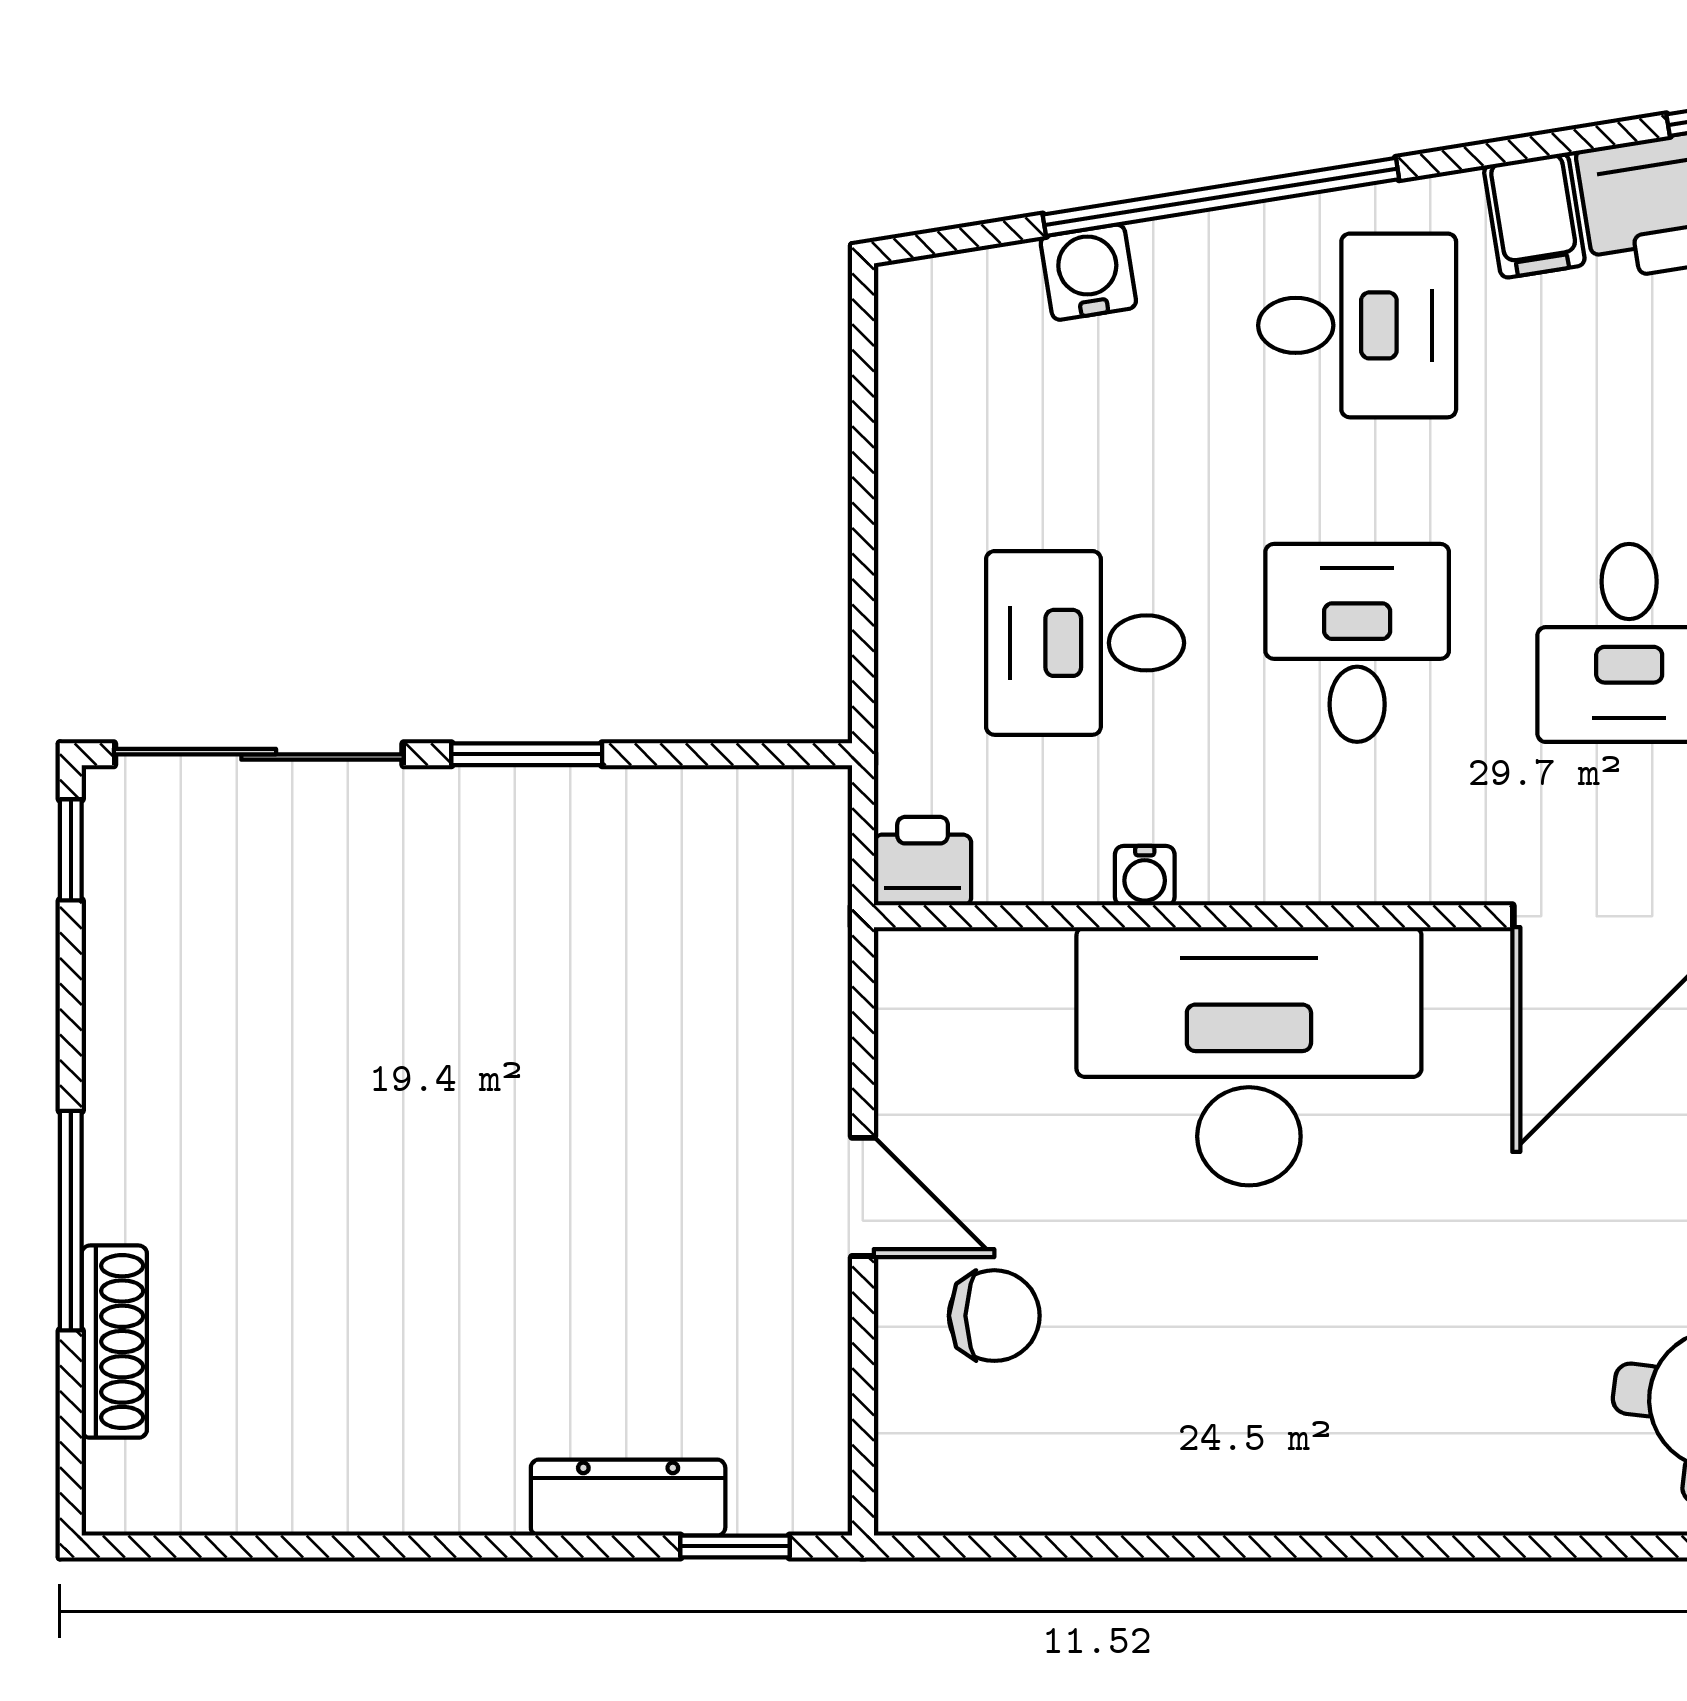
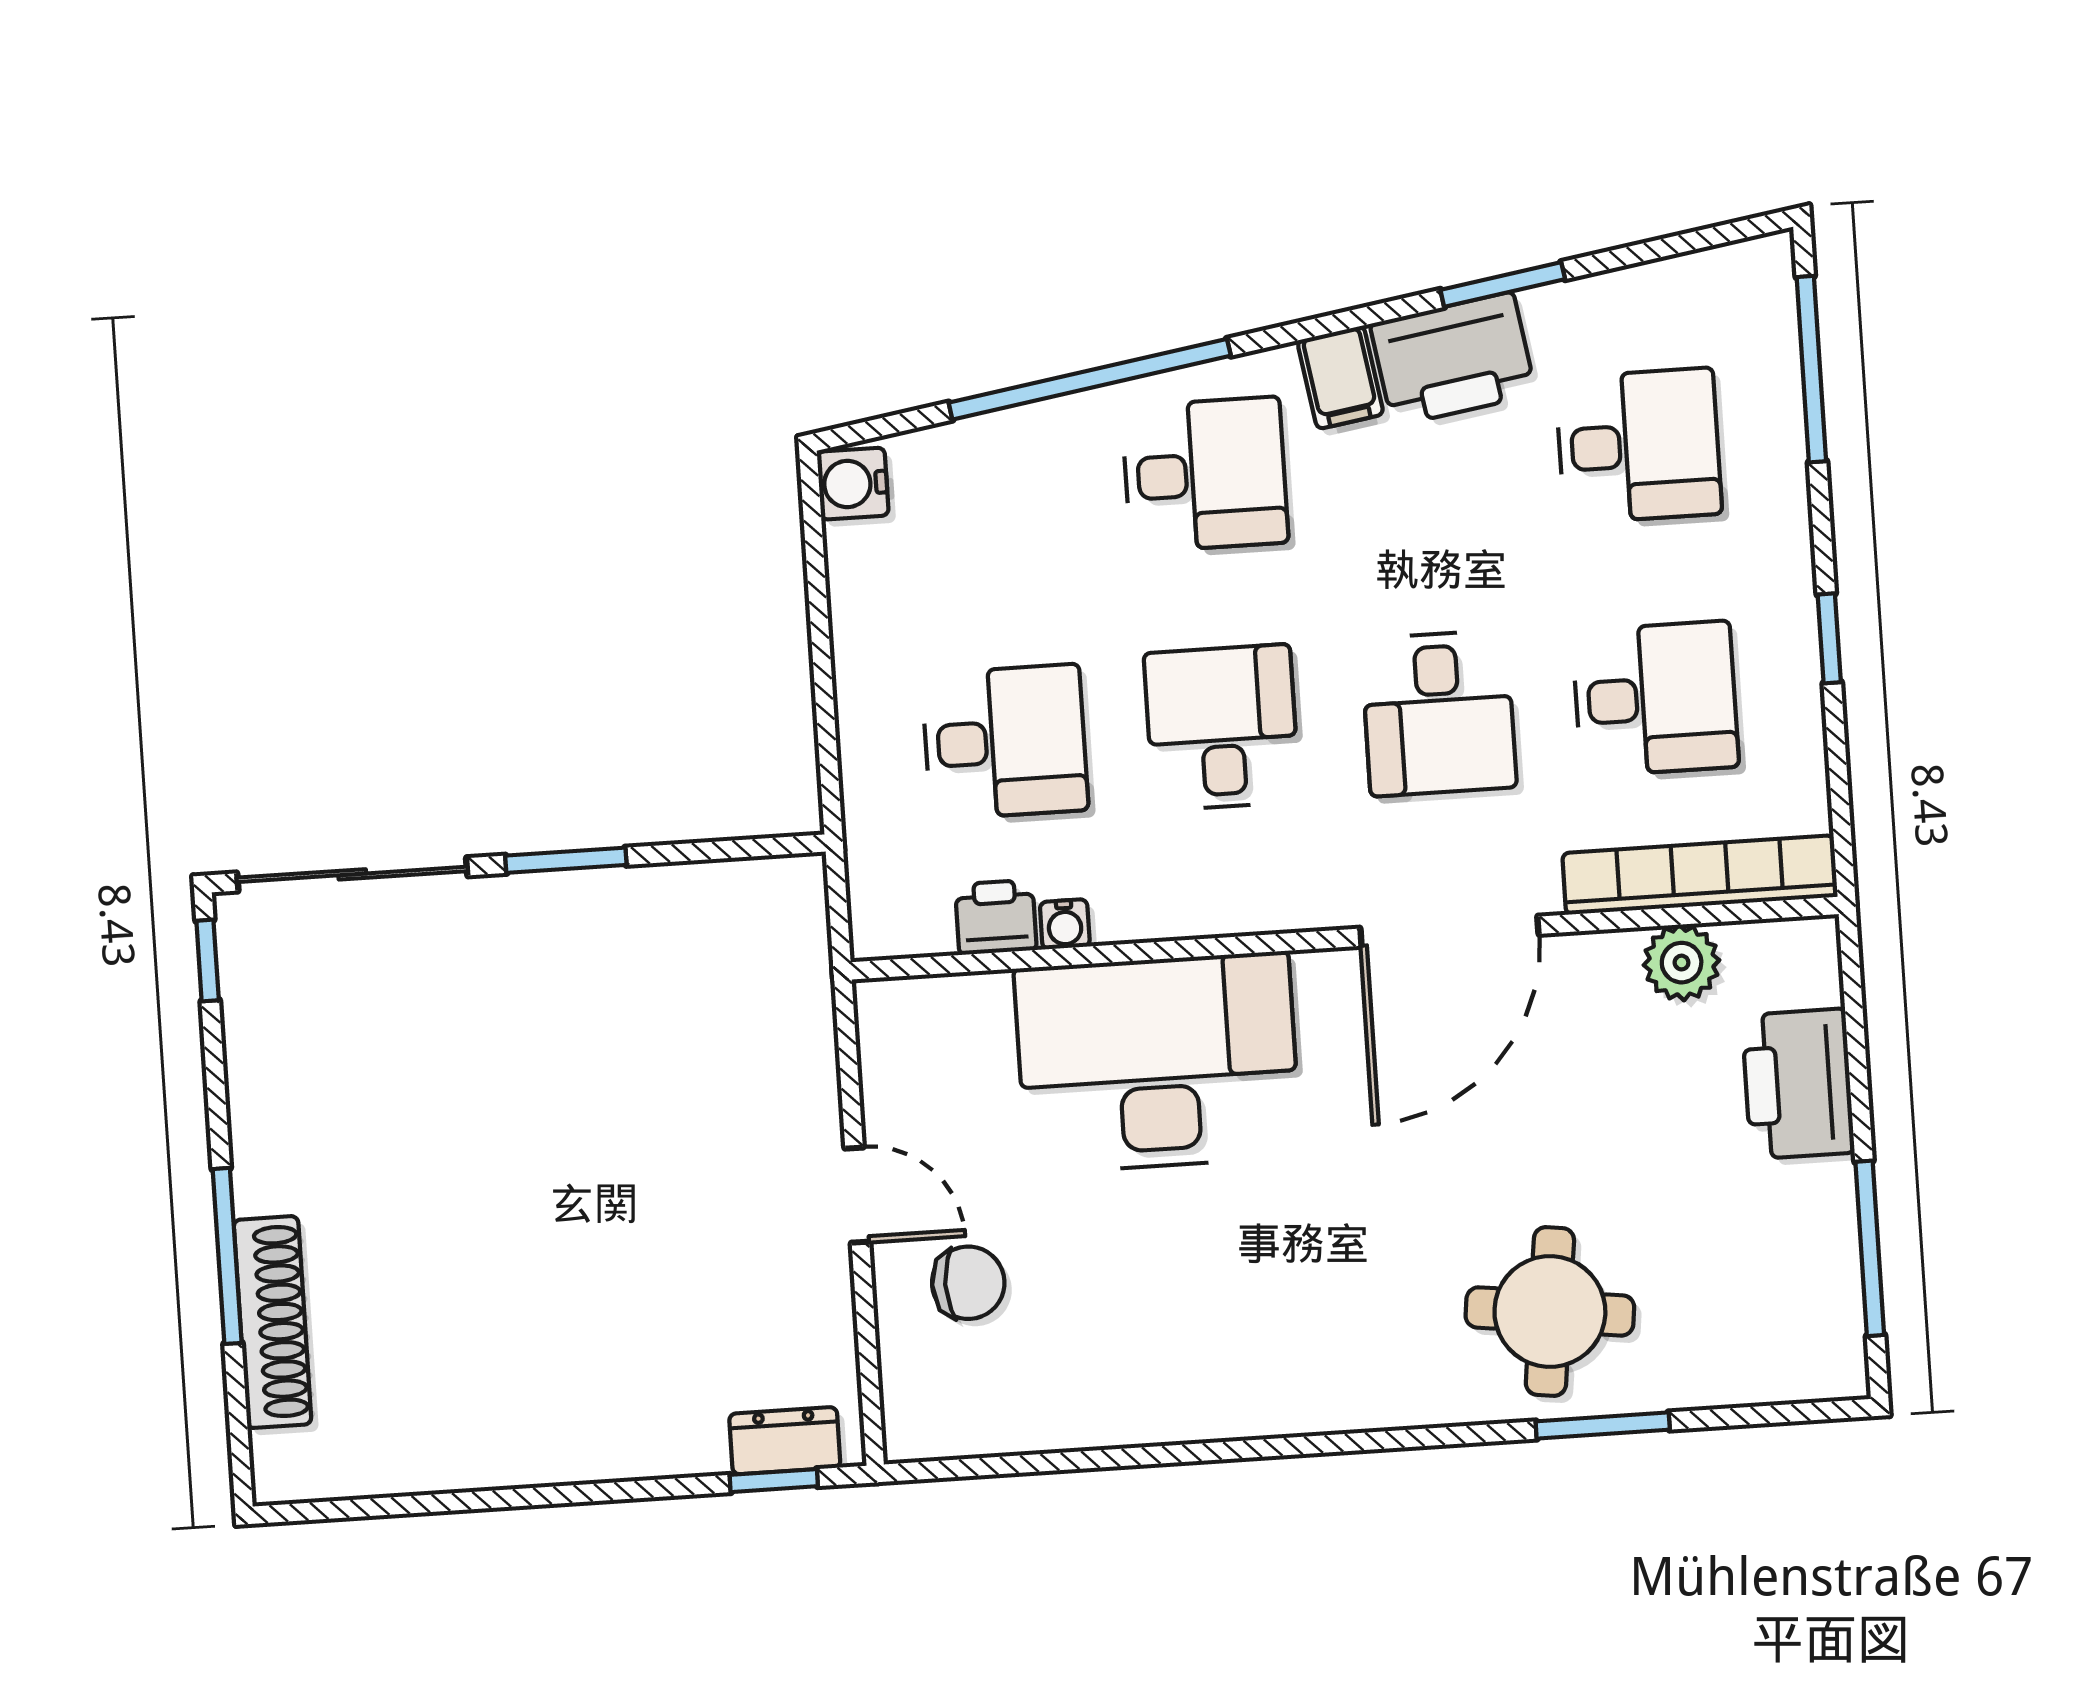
water cooler: (1088, 272) -> (853, 484), moved, turned -81
desk: (1085, 643) -> (1005, 742), turned 180
printer: (923, 861) -> (996, 917), moved
shoe rack: (114, 1342) -> (273, 1322), width x1.36, depth x1.24
dresser: (628, 1498) -> (785, 1441), moved, width x0.70

